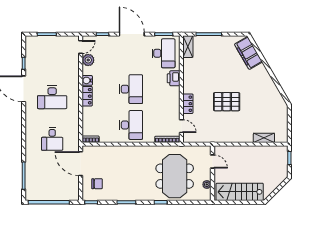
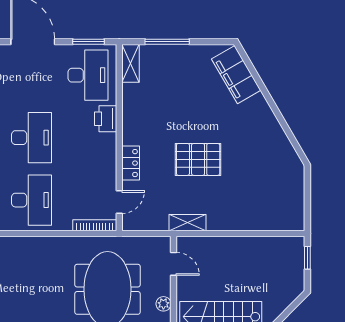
door: (181, 126) -> (119, 202), hinge flipped
shelving: (264, 138) -> (188, 223), moved

